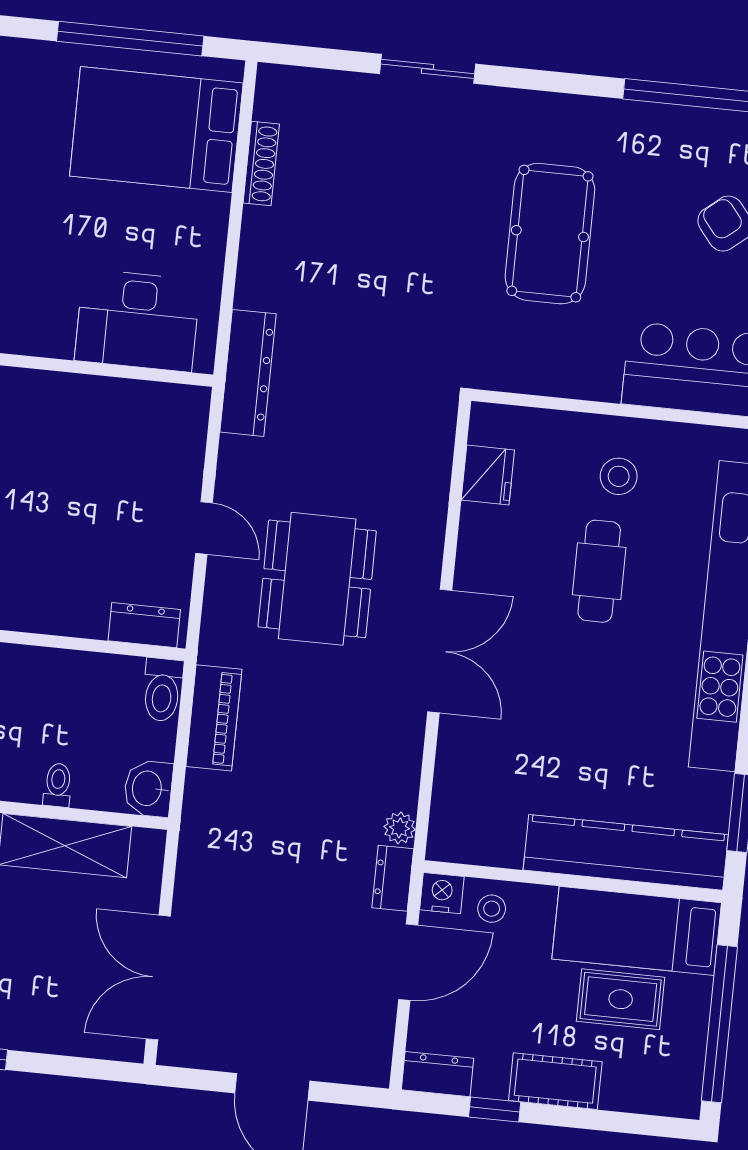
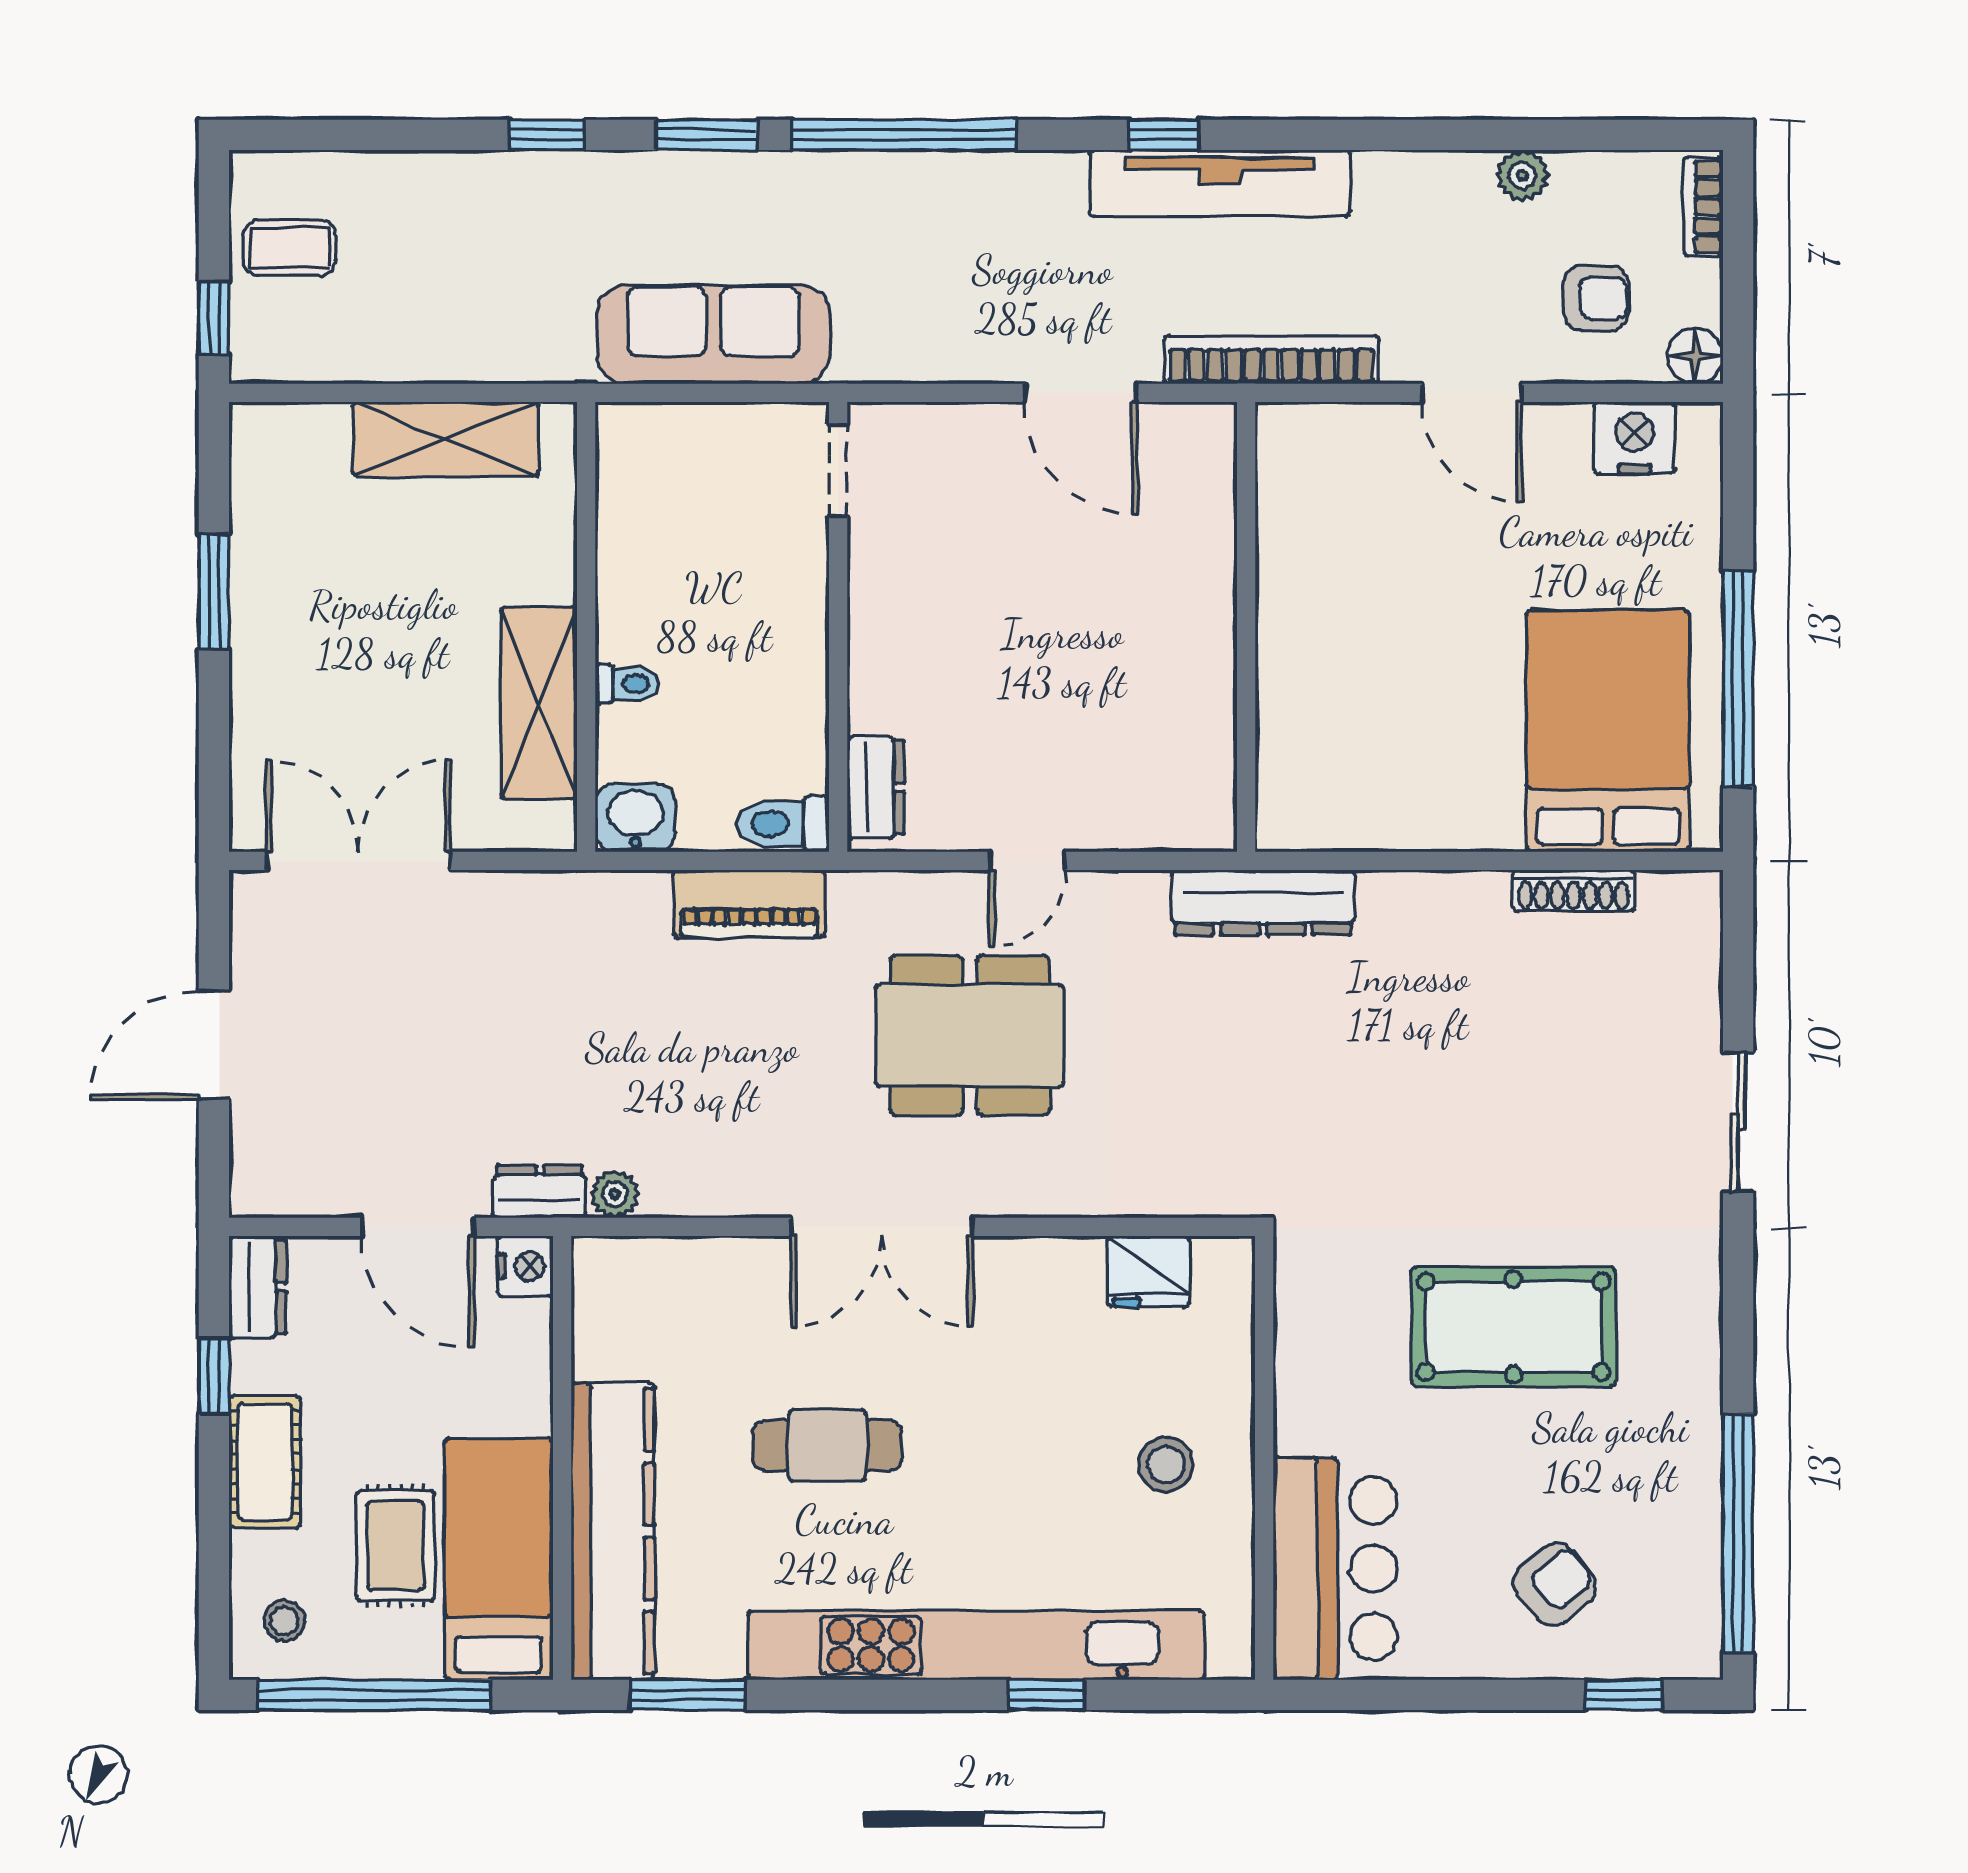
desk: (137, 320) -> (1324, 732), removed
cafe table: (599, 571) -> (827, 1445), moved
stool: (492, 909) -> (284, 1621), moved

